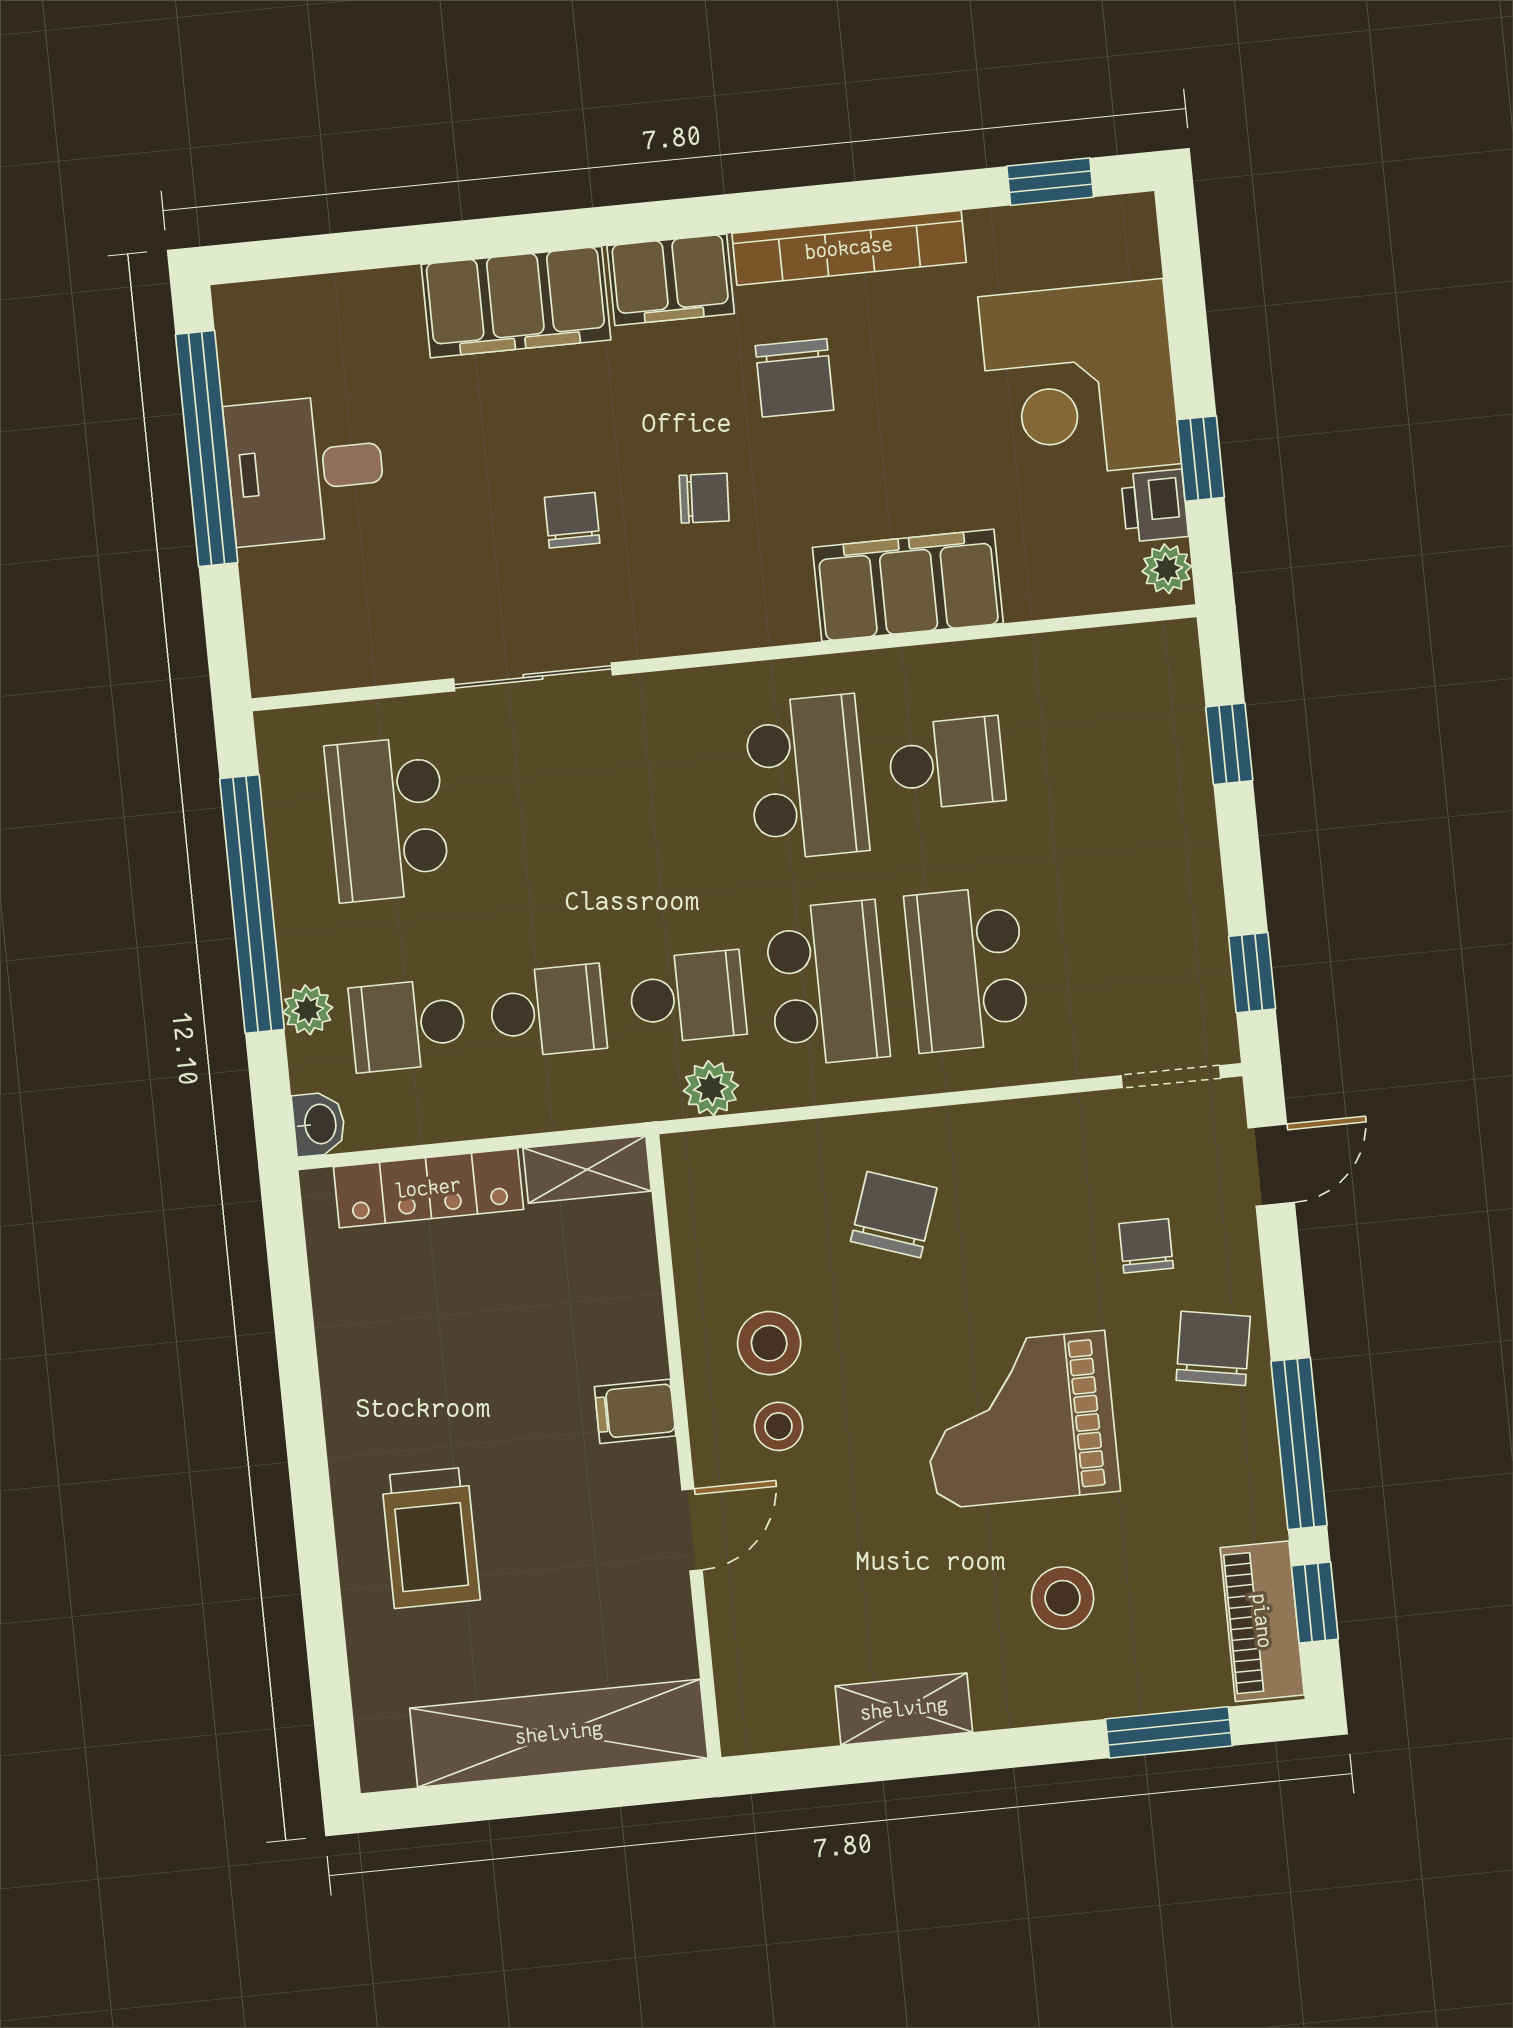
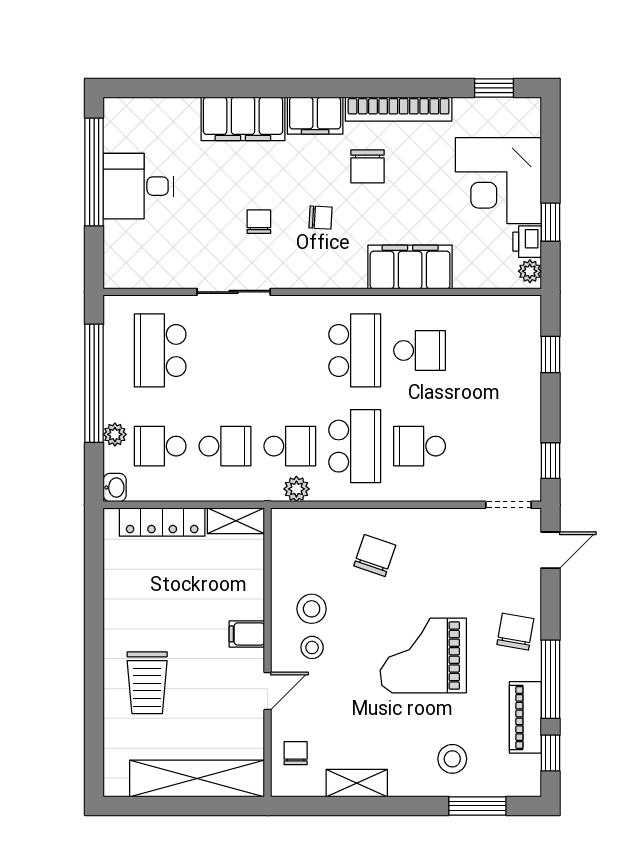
school desk: (967, 969) -> (420, 446), width x0.54
chair: (1146, 1246) -> (296, 753), moved
stool: (1063, 1598) -> (452, 759), moved
piano: (1262, 1621) -> (525, 717), moved

